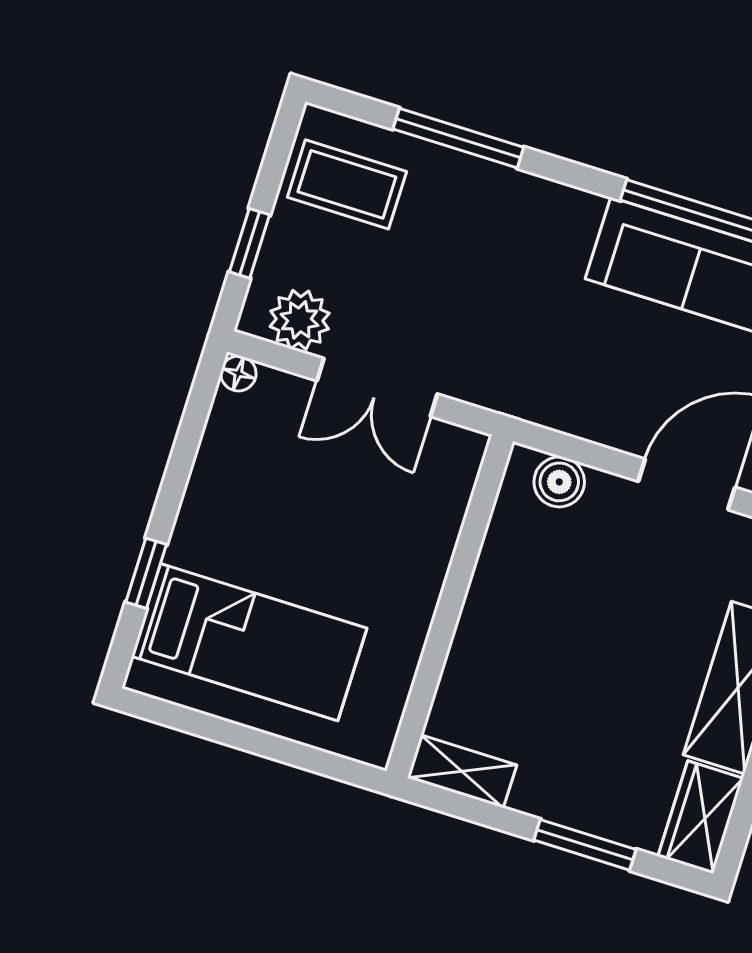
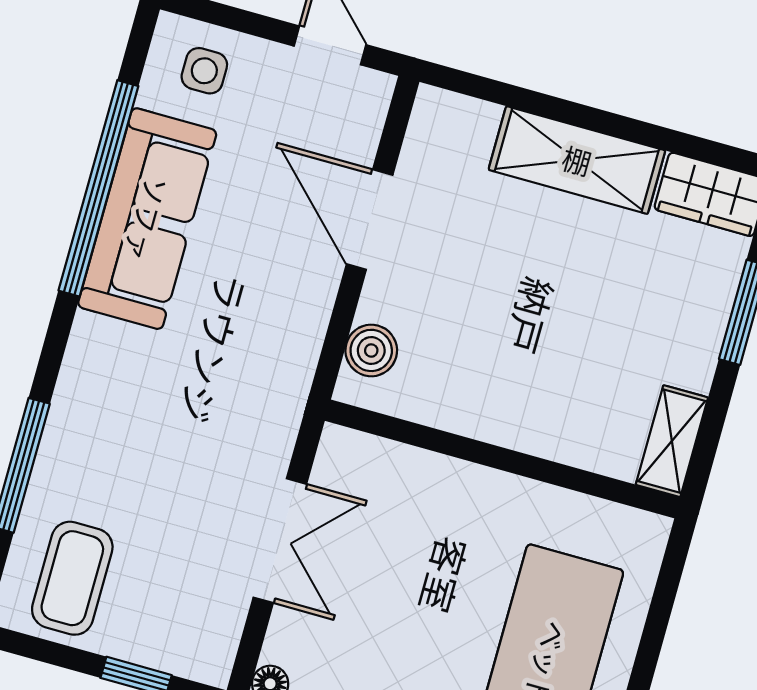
plant: (300, 320) -> (213, 623), removed

